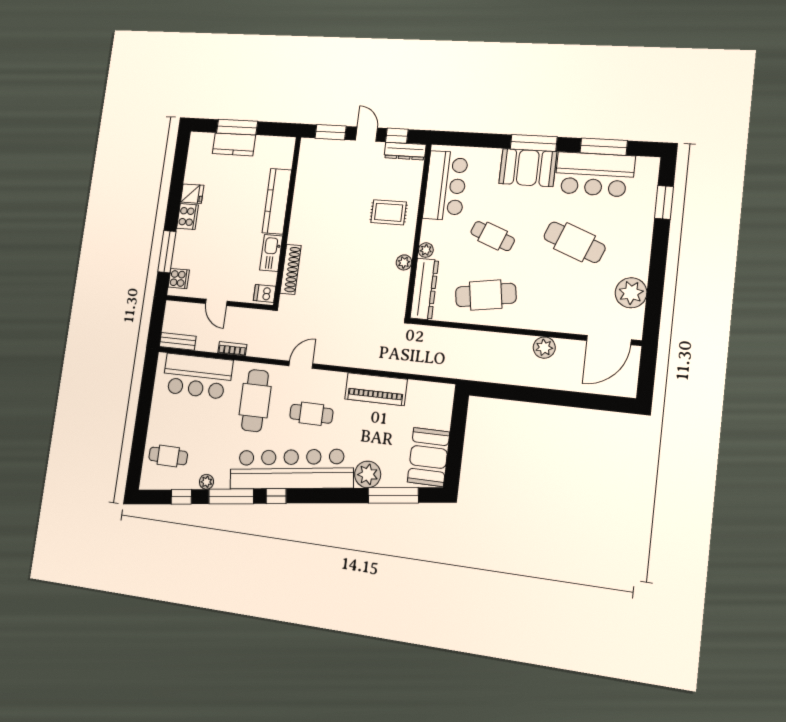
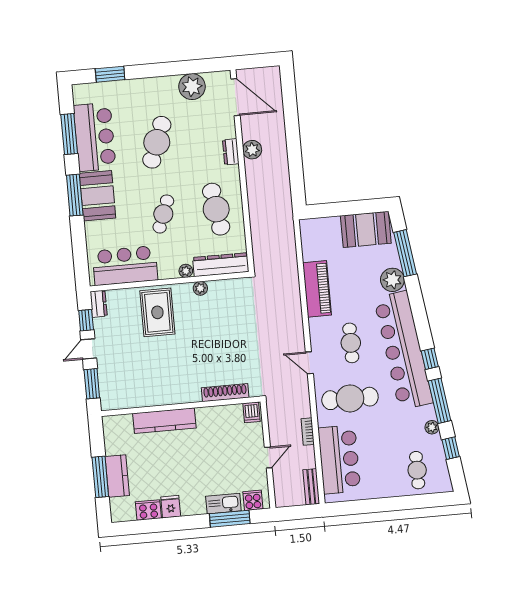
dresser: (405, 151) -> (99, 304), width x0.70
rug: (389, 212) -> (157, 312), width x1.36, depth x1.43
cooker: (188, 217) -> (148, 510), moved
kitchen sink: (271, 253) -> (223, 504), moved, turned 180
dresser: (547, 323) -> (231, 152), added

